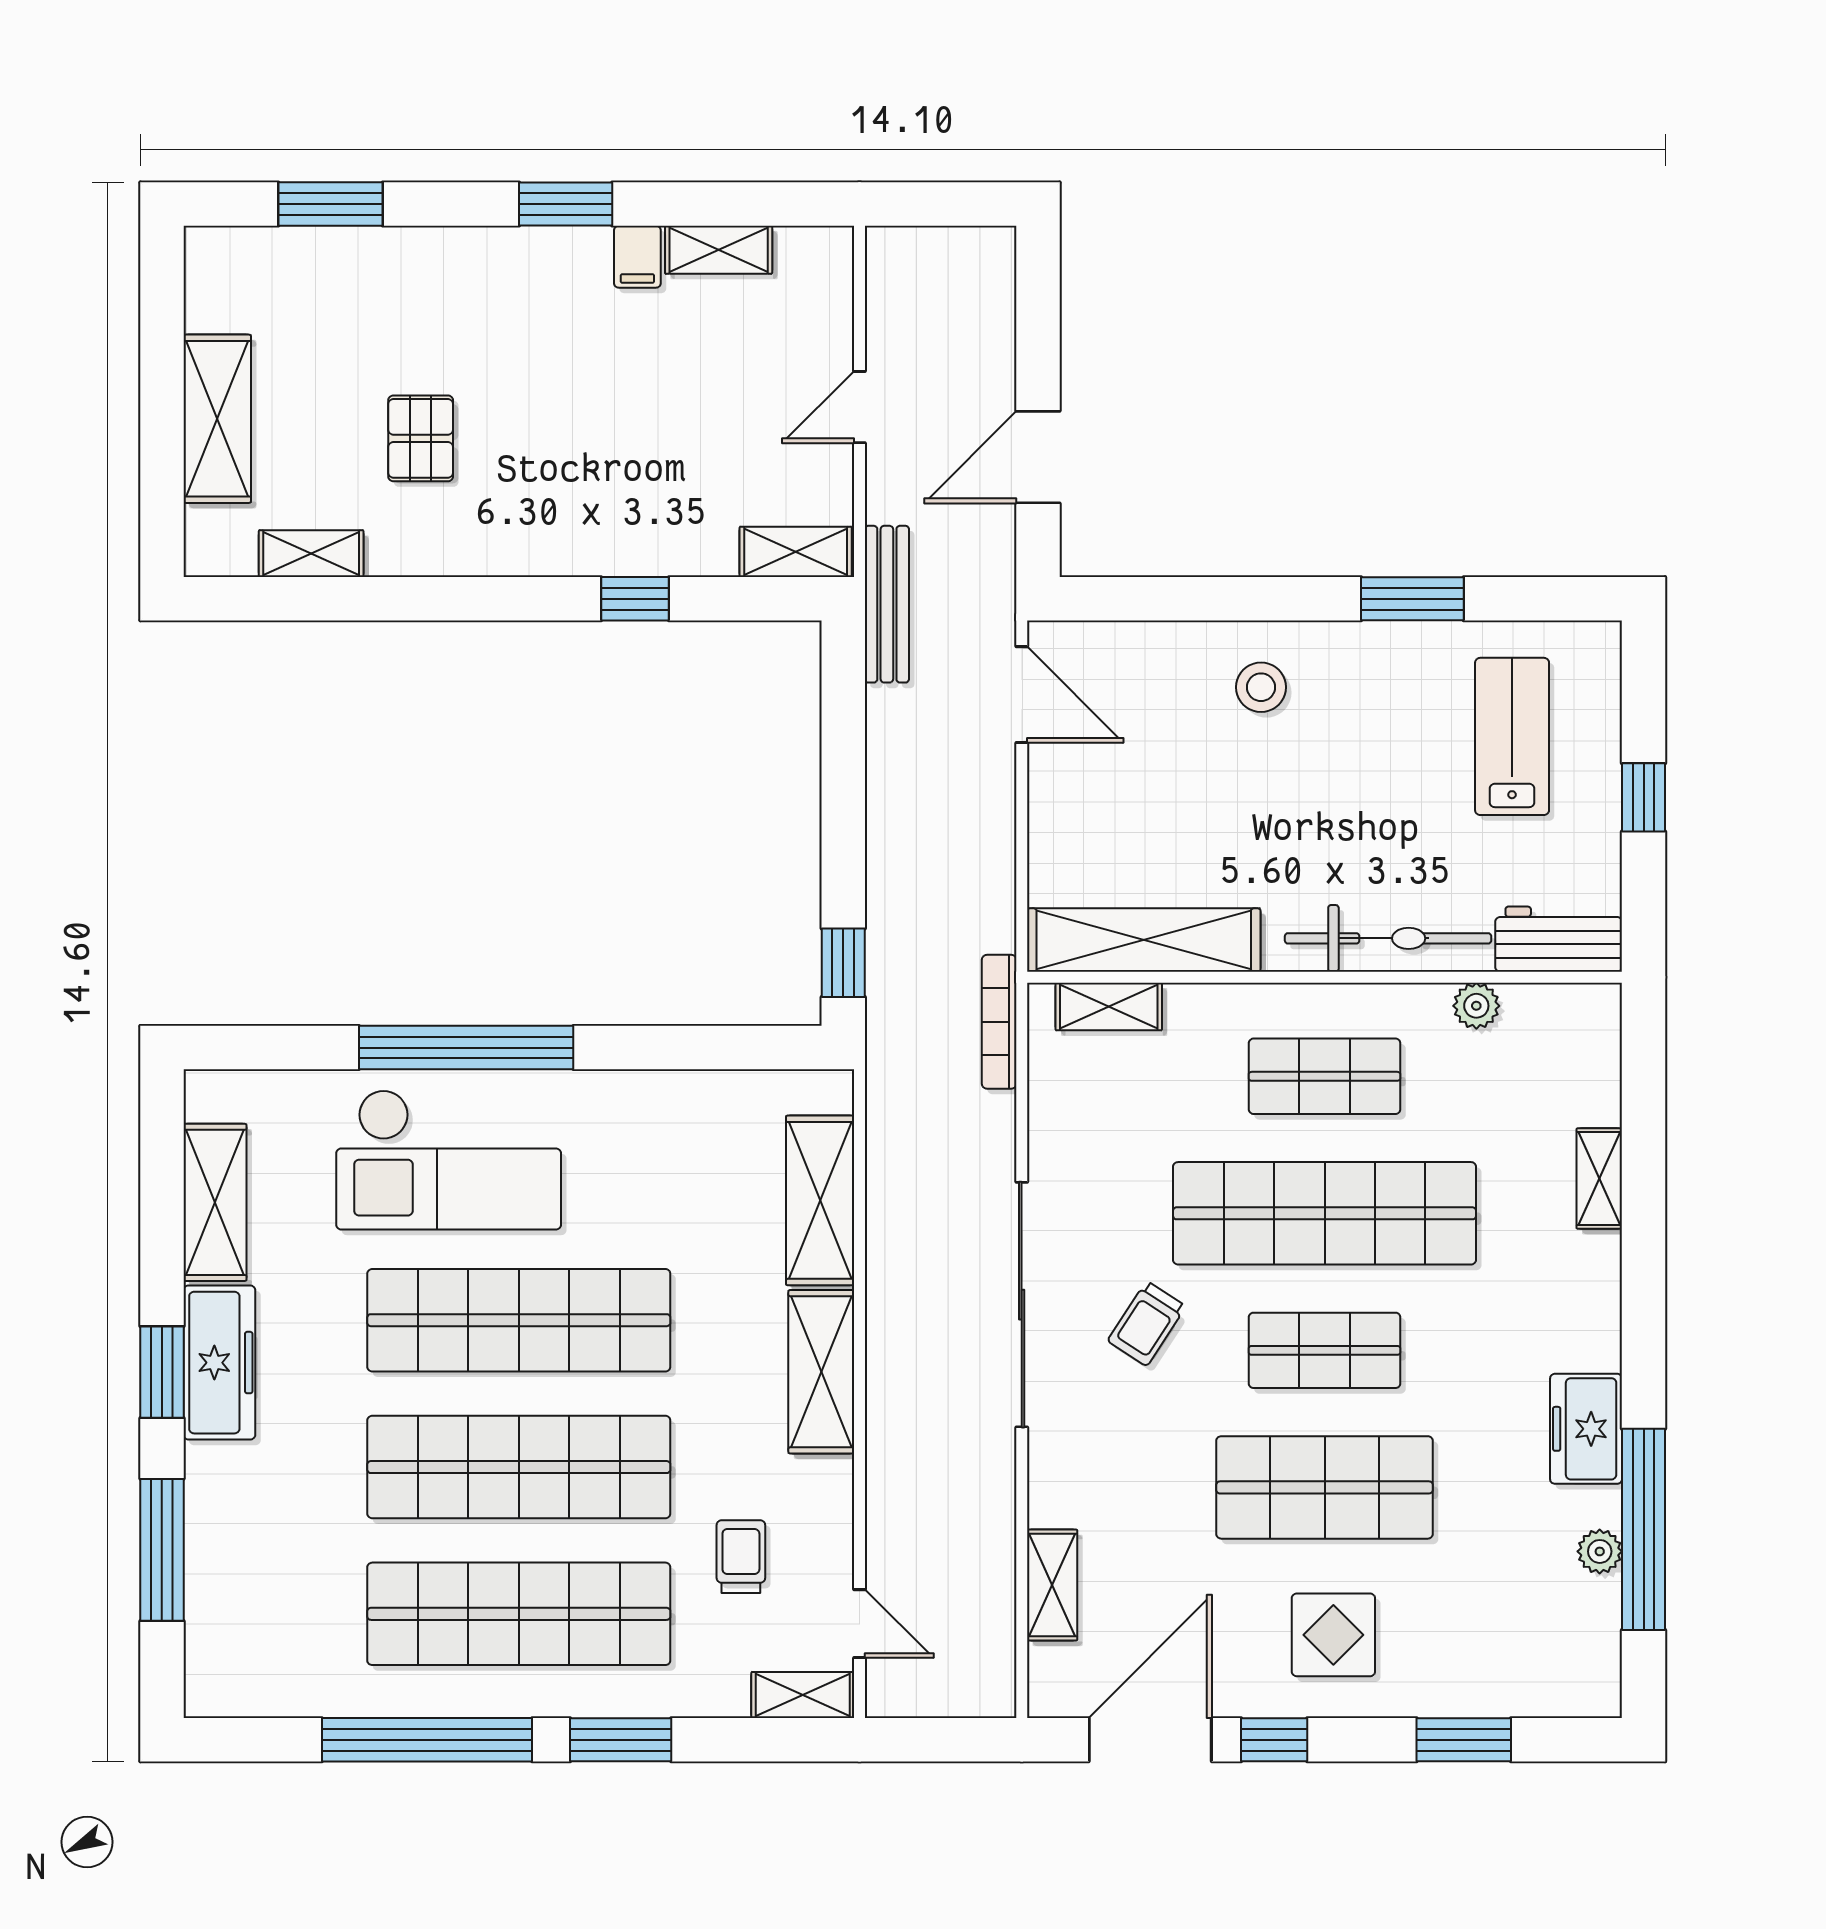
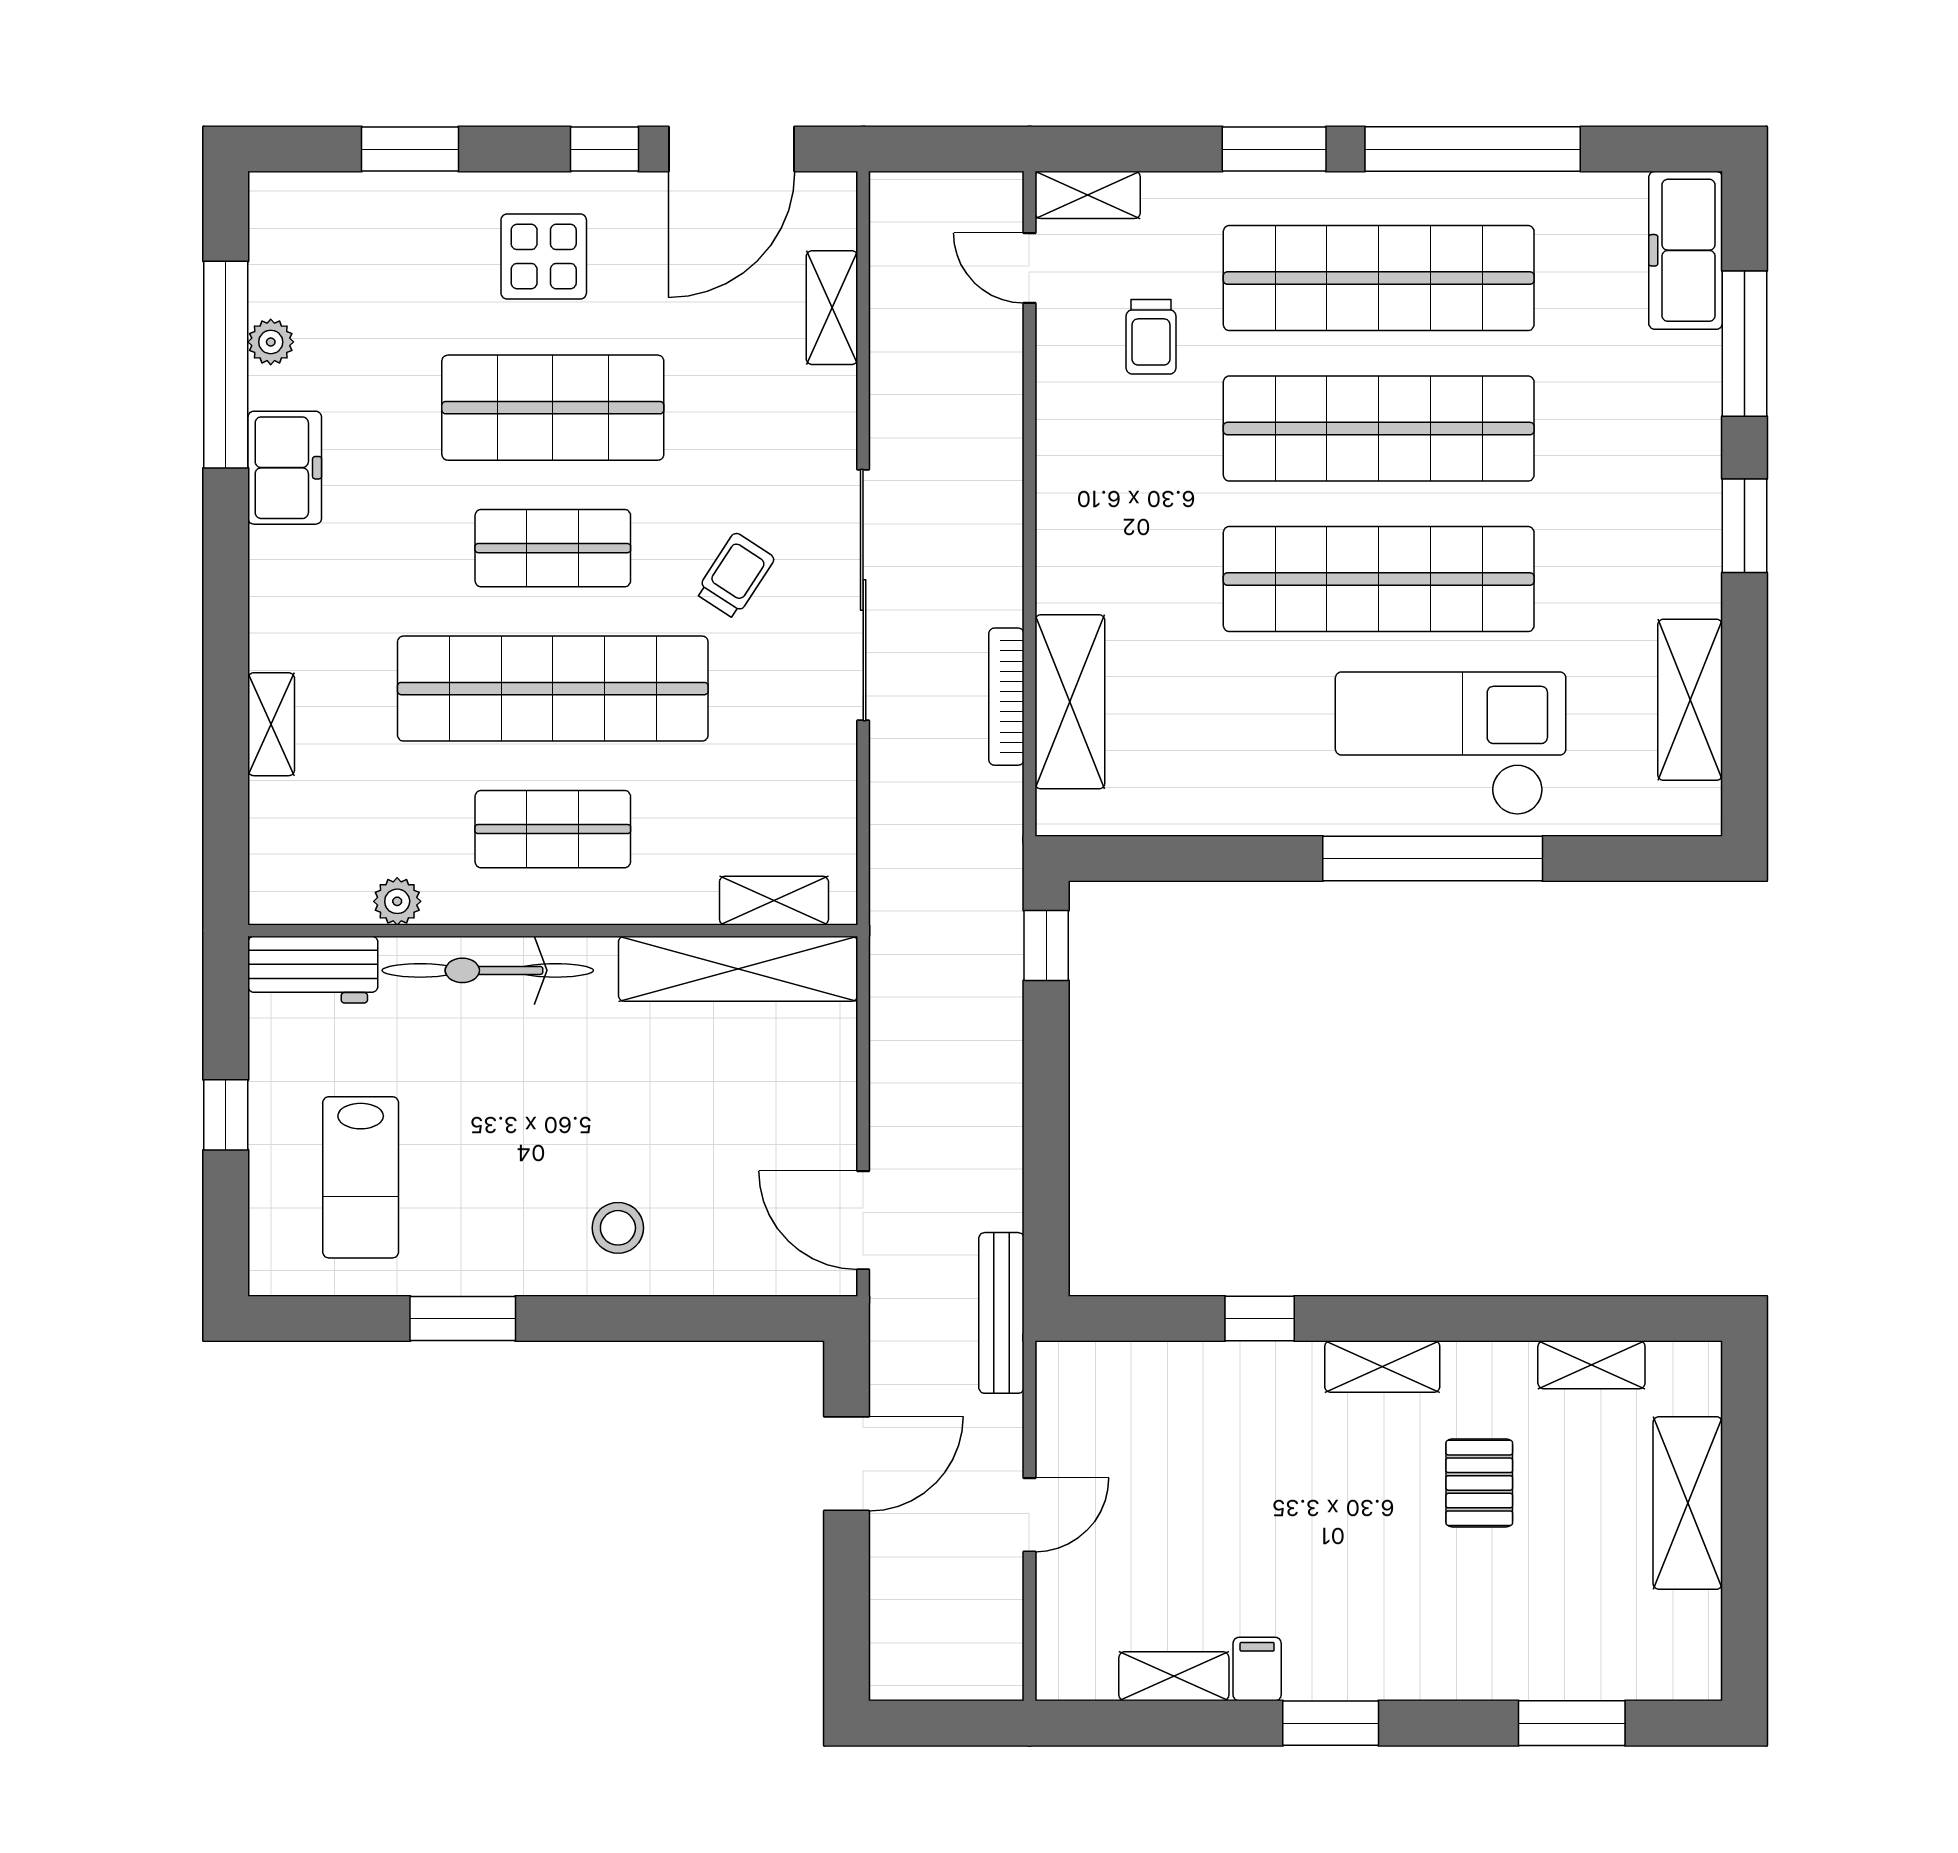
shelving: (796, 552) -> (1382, 1367), moved
bookcase: (999, 1022) -> (1006, 697), moved, turned 180
freezer: (219, 1363) -> (1686, 250), moved
shelving: (821, 1372) -> (1069, 526), removed

